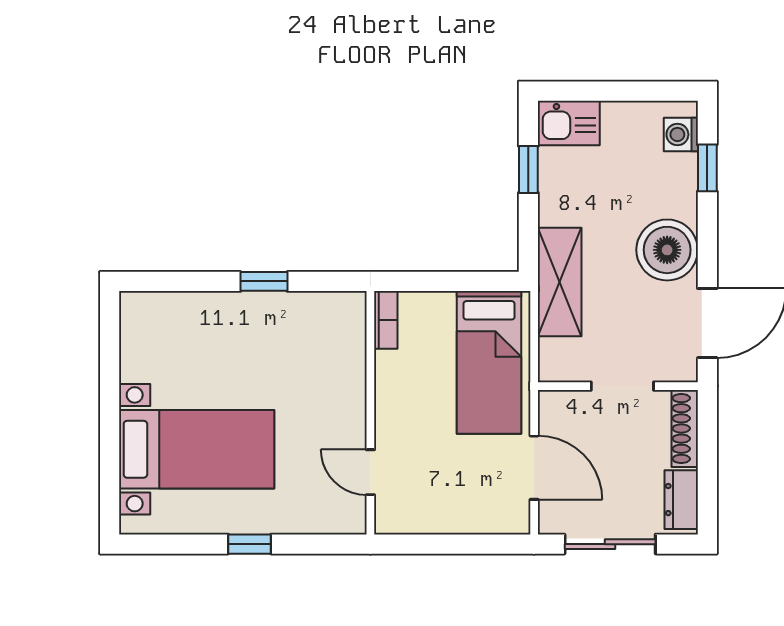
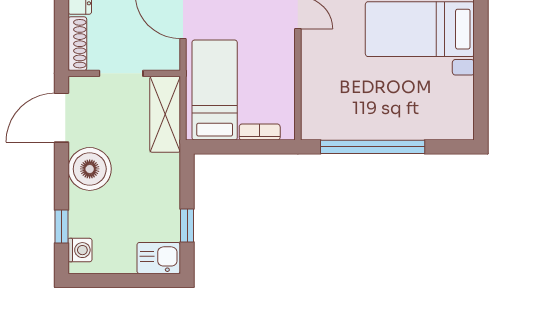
window: (264, 281) -> (373, 147), width x3.17
shelving: (560, 282) -> (165, 114), moved
bookcase: (386, 320) -> (260, 132), moved, turned 90

